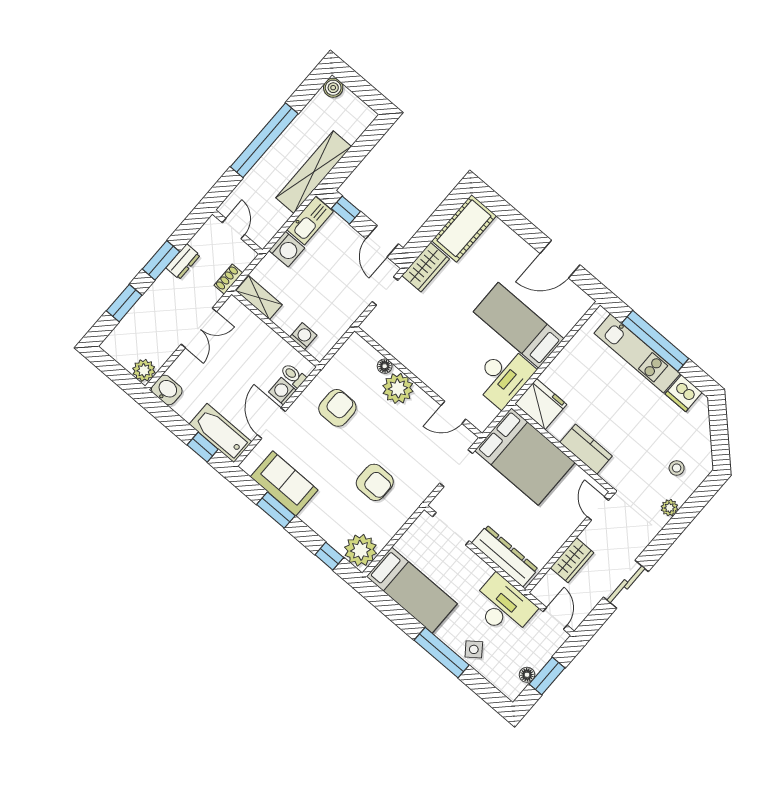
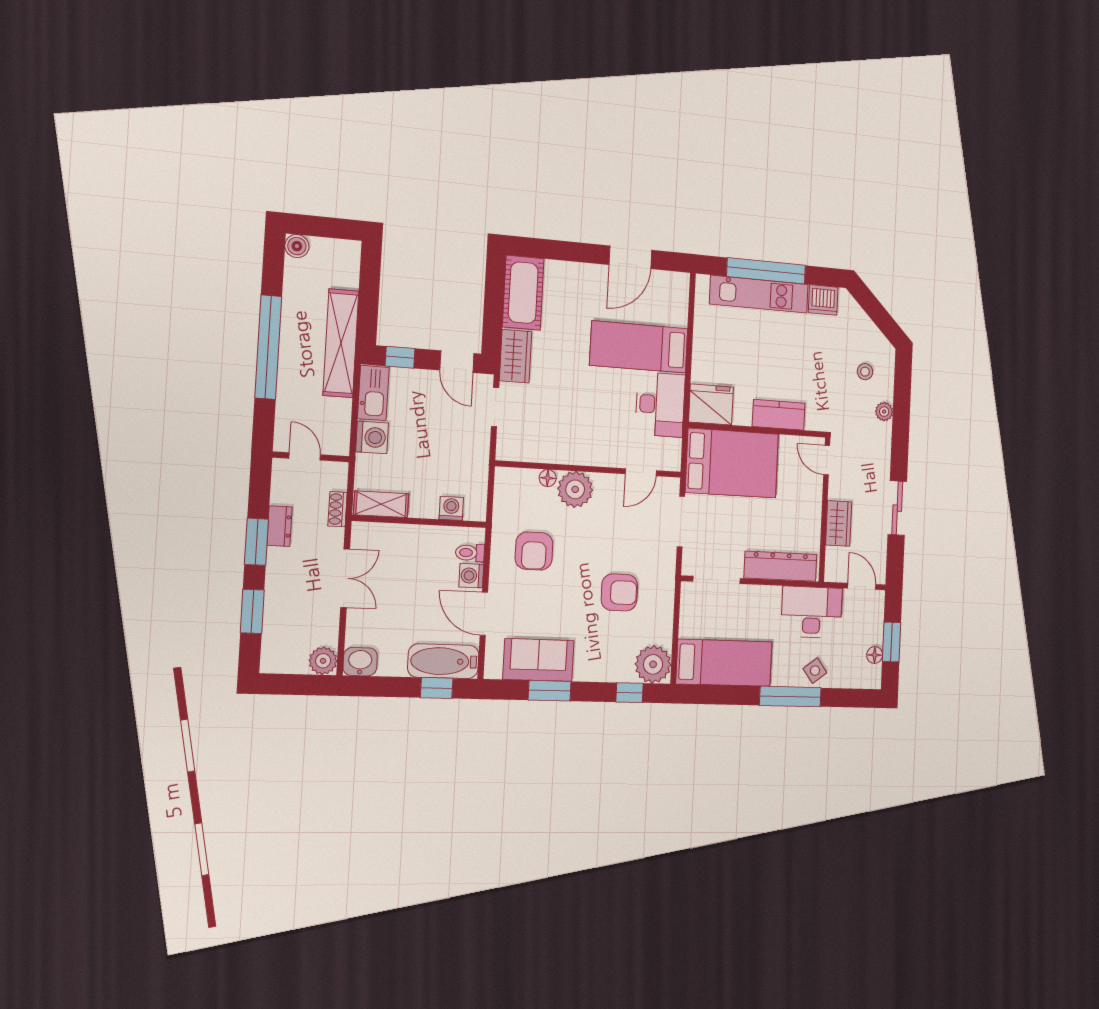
armchair: (337, 408) -> (534, 551), turned 180

